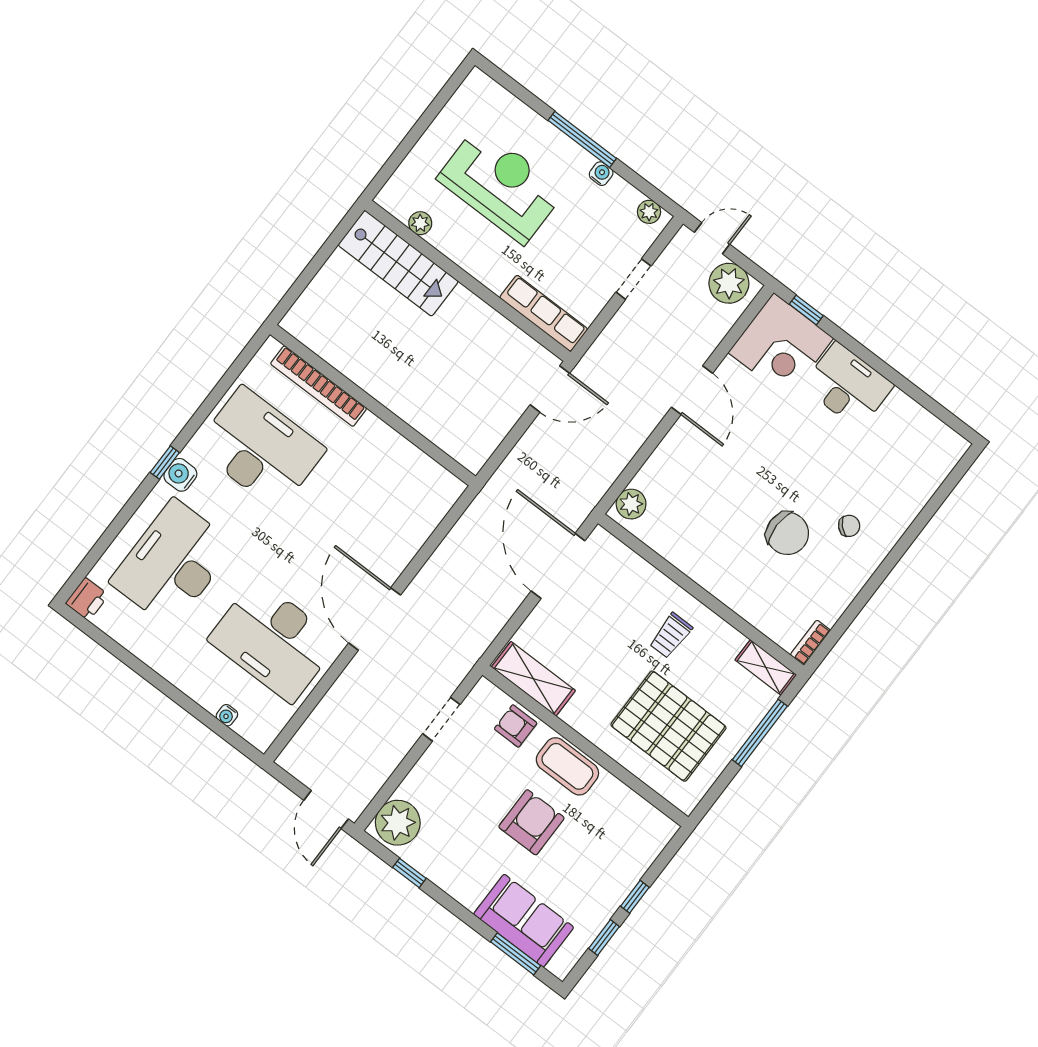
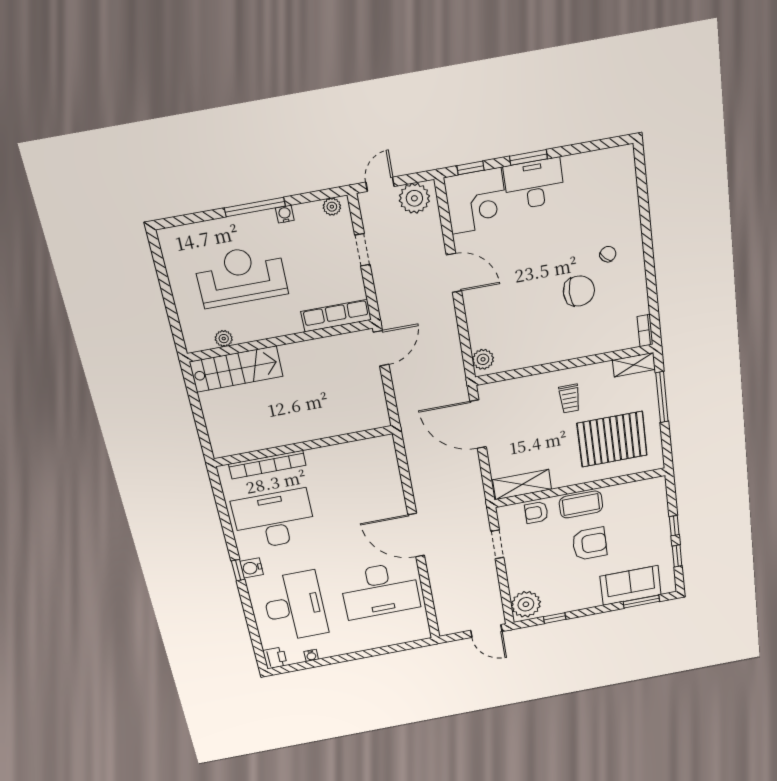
window: (867, 356) -> (528, 157), added
desk: (173, 564) -> (295, 606), turned 180
water cooler: (227, 715) -> (311, 655), moved
armchair: (531, 822) -> (590, 544), turned 90

